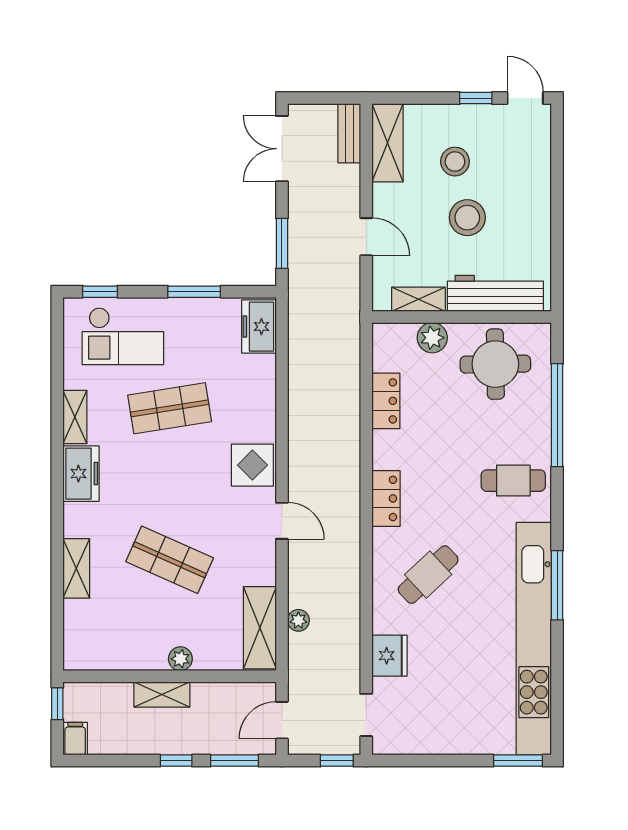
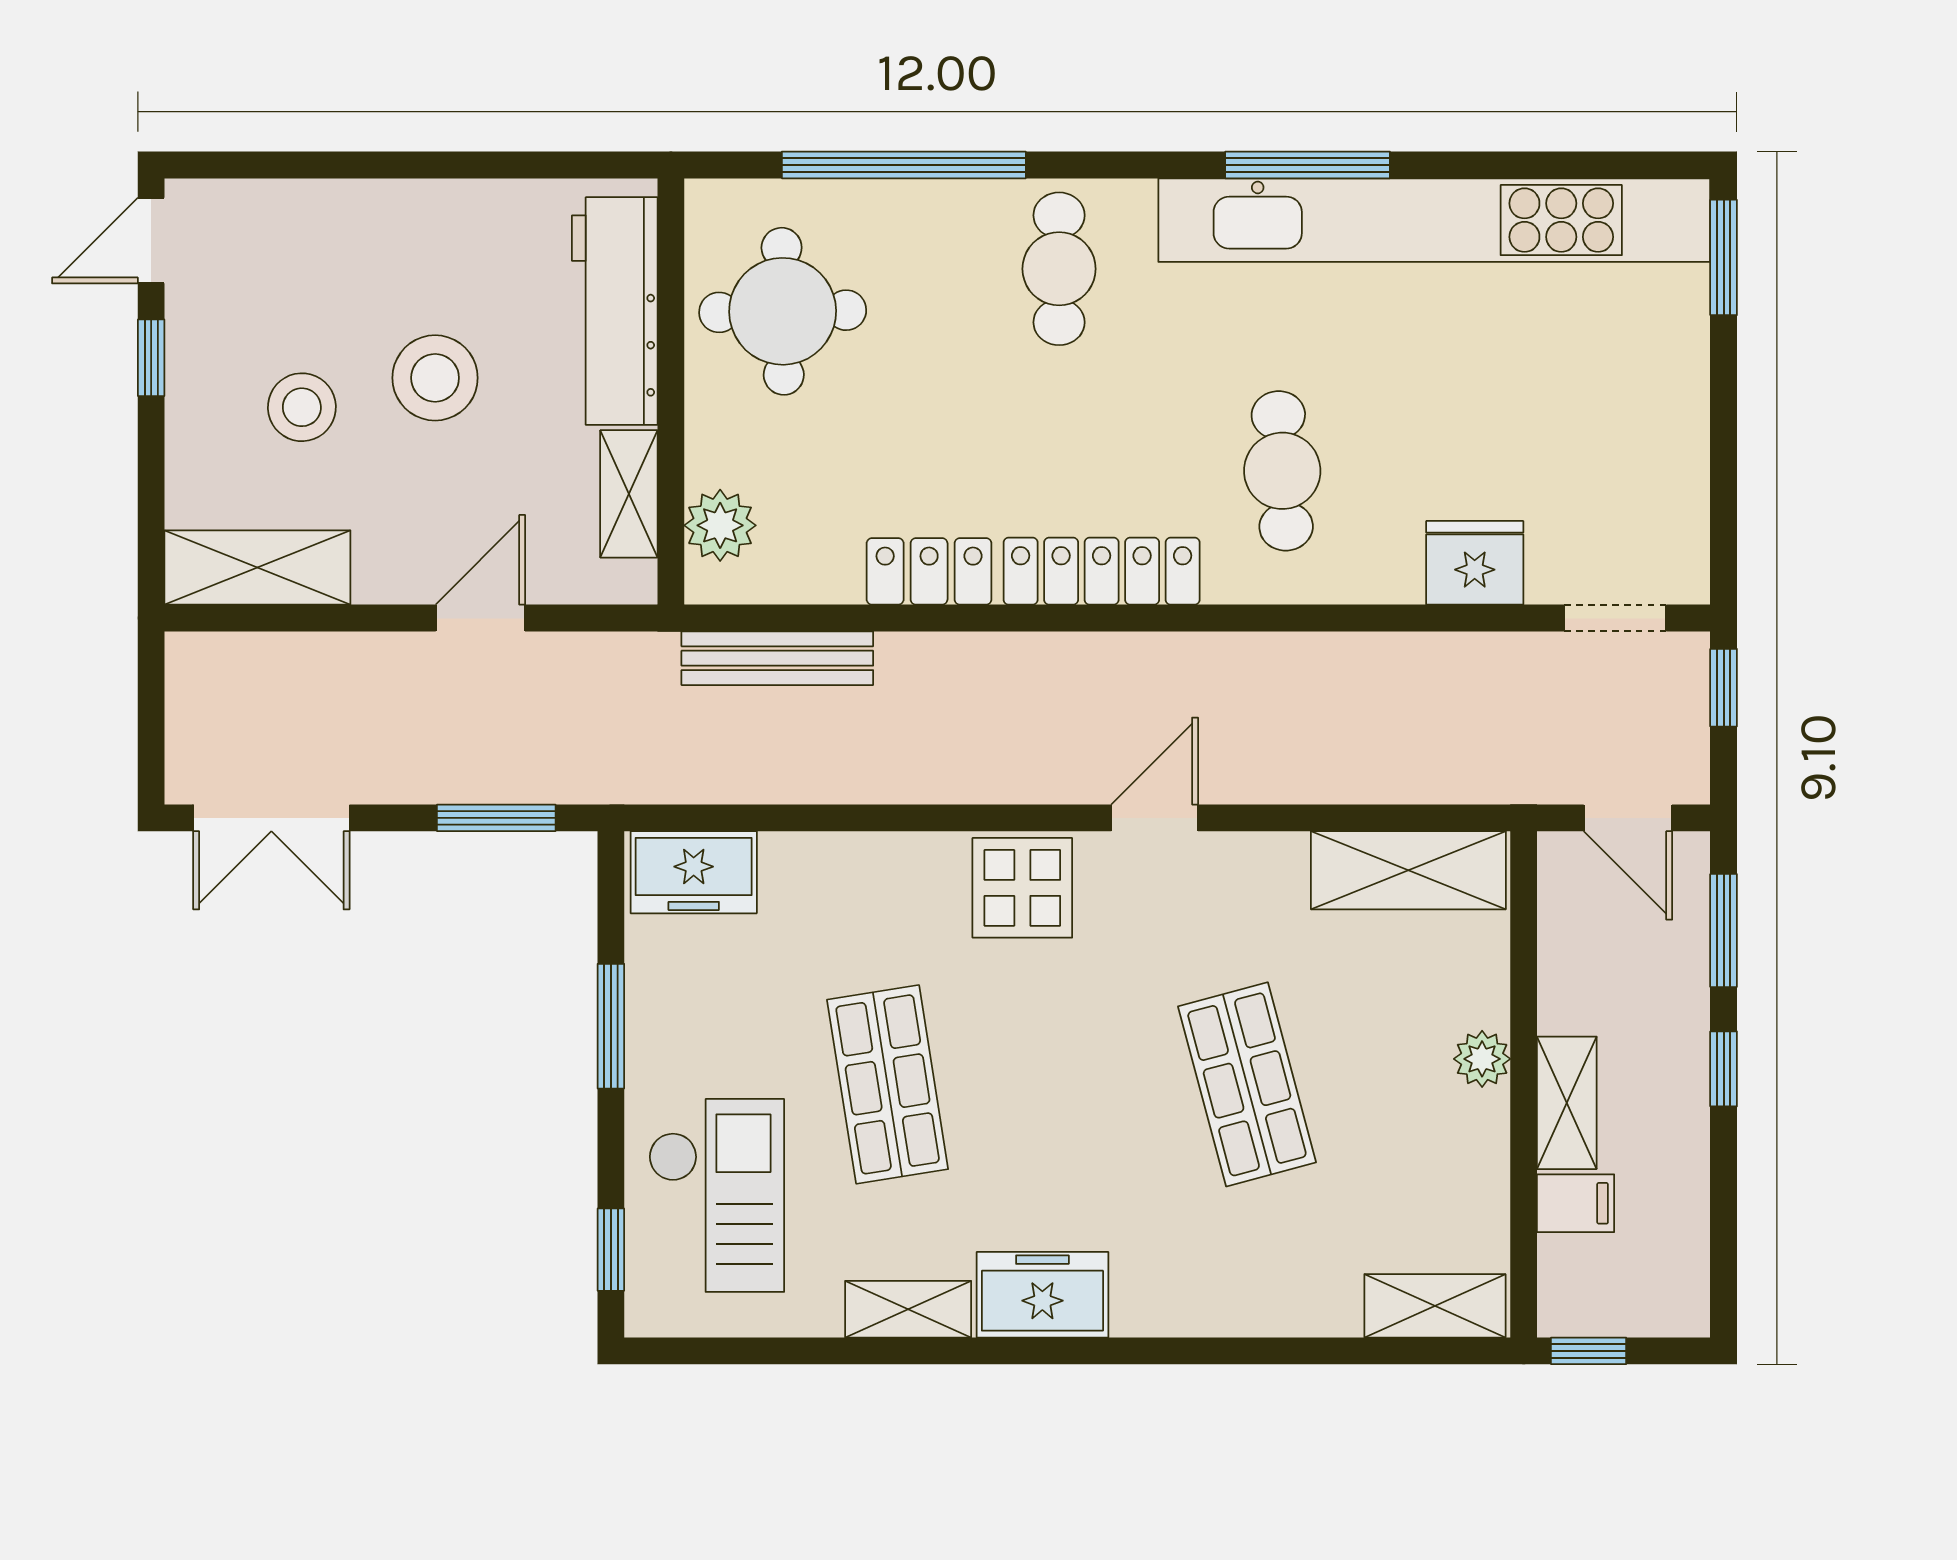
bench: (349, 133) -> (777, 658), moved, width x1.36
plant: (432, 338) -> (720, 525), moved
locker: (386, 401) -> (929, 571), moved
locker: (386, 498) -> (1102, 571), width x1.53
shop shelf: (170, 560) -> (1247, 1084), turned -39
shelving: (76, 568) -> (1435, 1306), moved
cafe table: (428, 575) -> (1282, 471), turned 39
plant: (298, 620) -> (1391, 779), removed
filing cabinet: (75, 739) -> (1576, 1203), moved, turned 180

